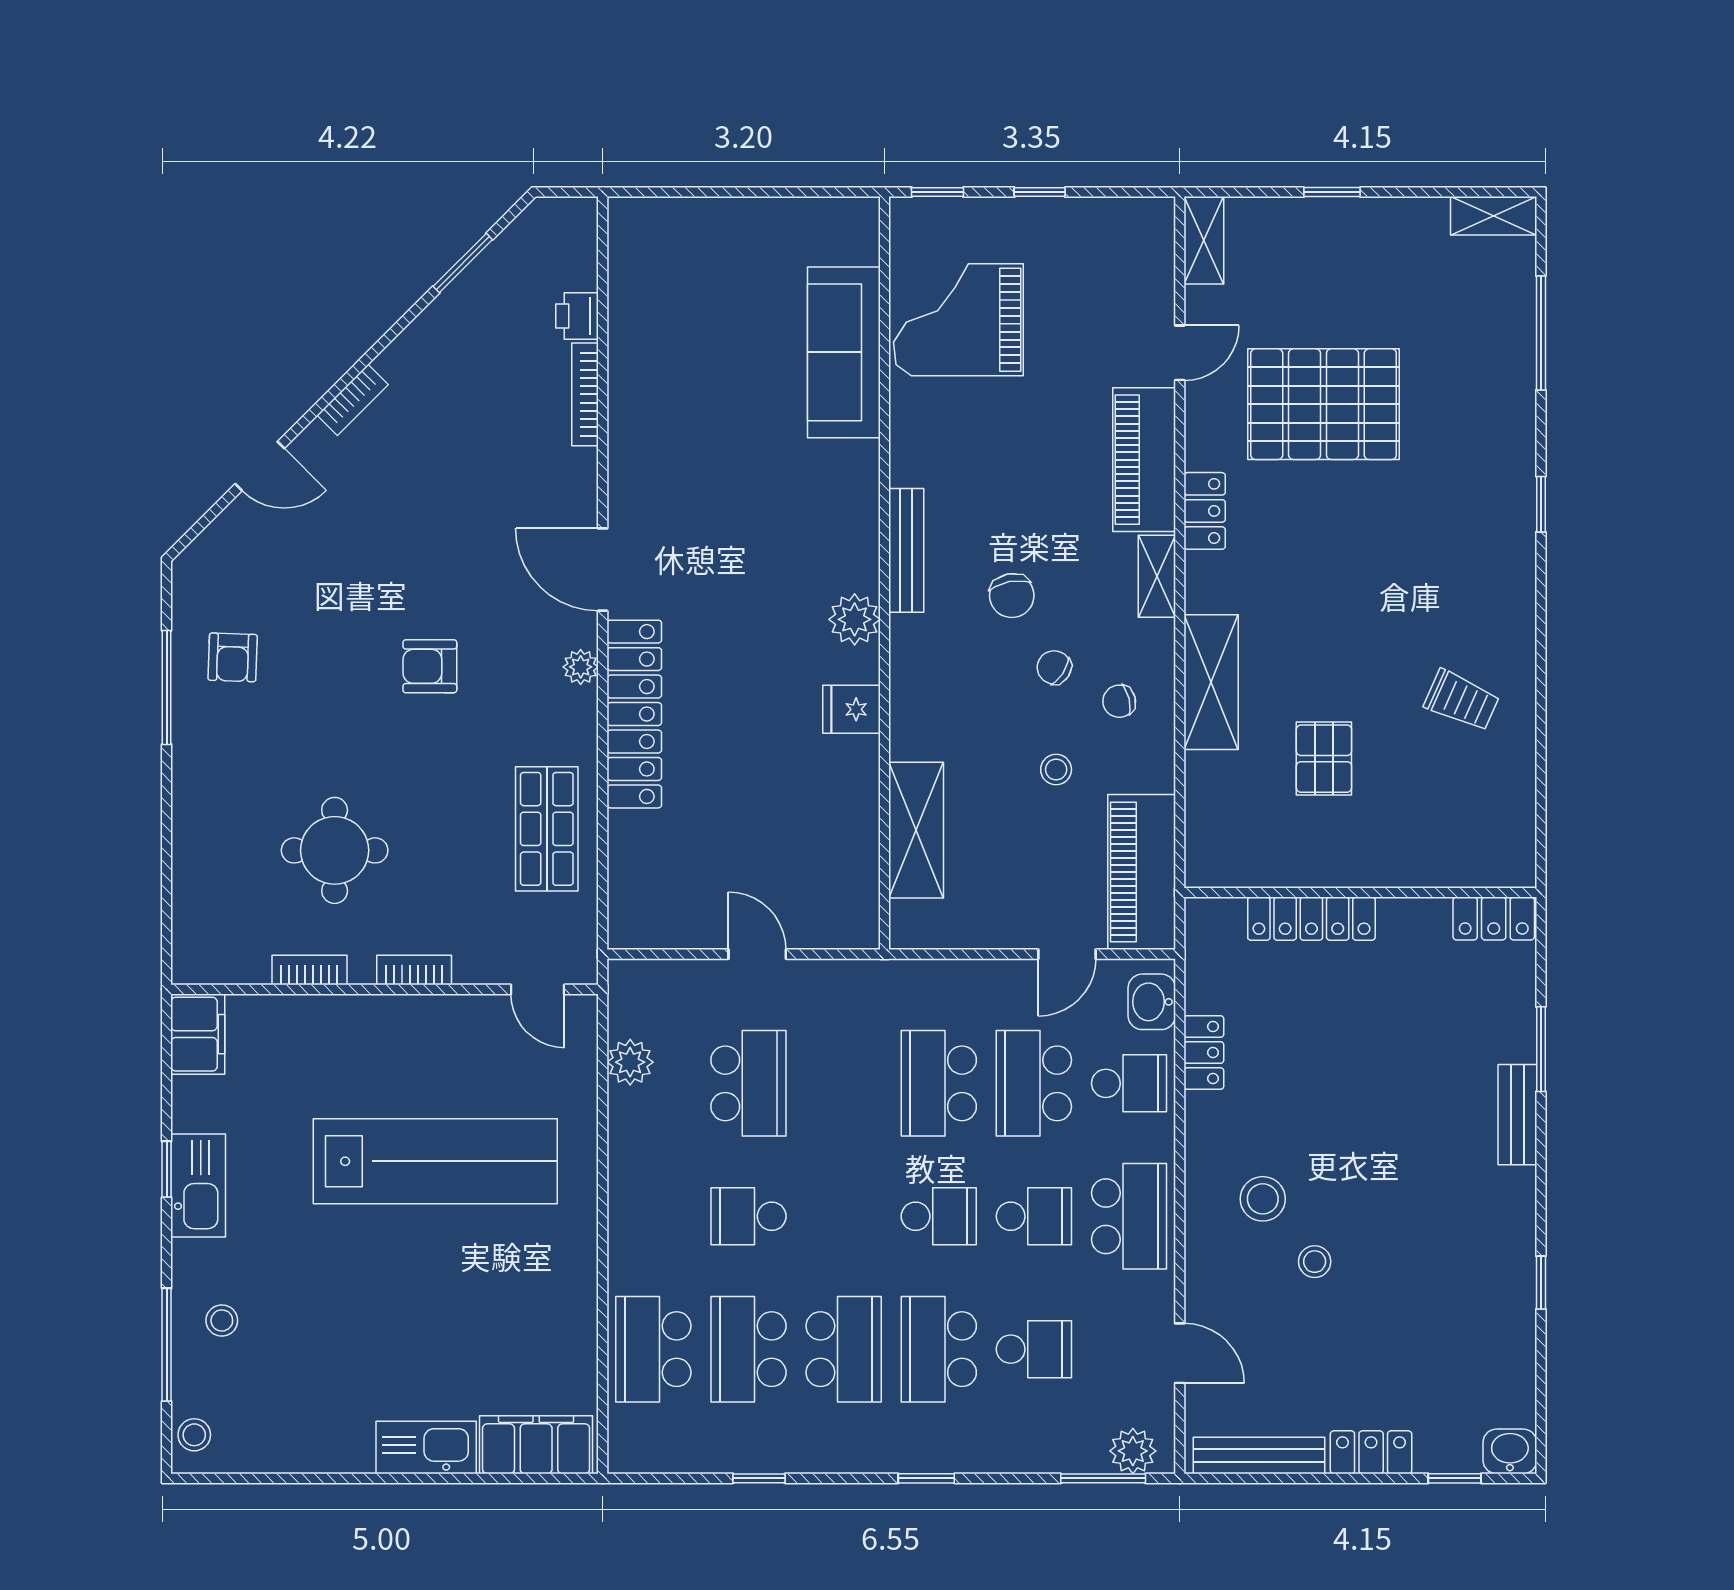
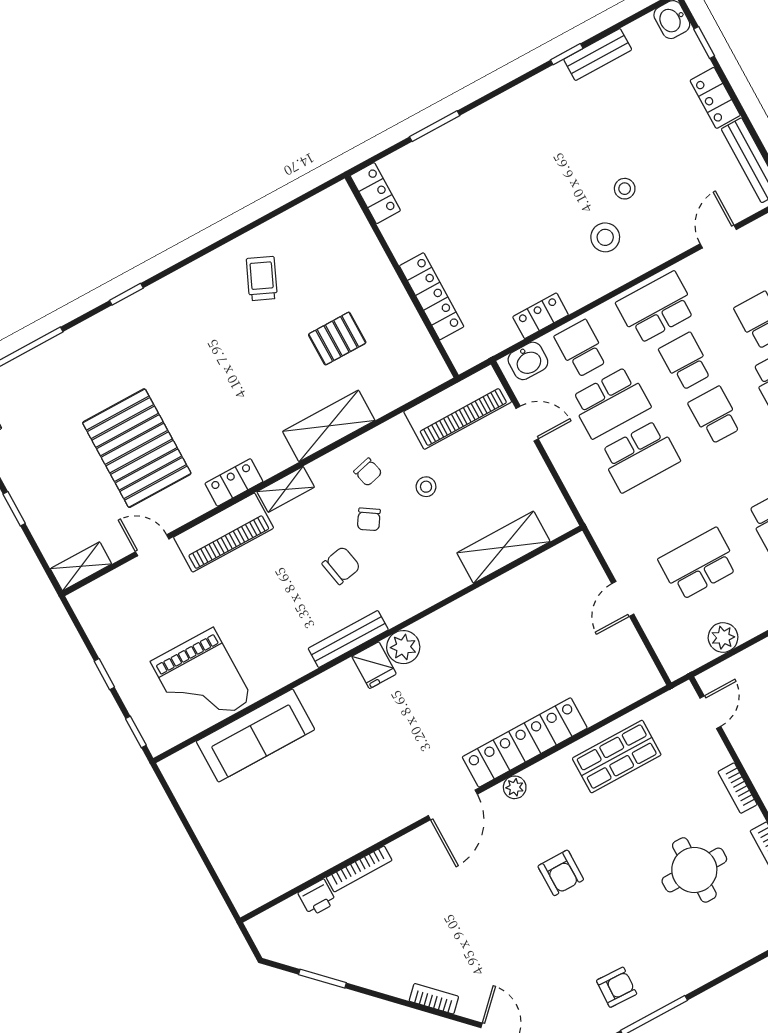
fridge: (851, 709) -> (374, 665), moved
bench: (1517, 1115) -> (598, 55), moved

